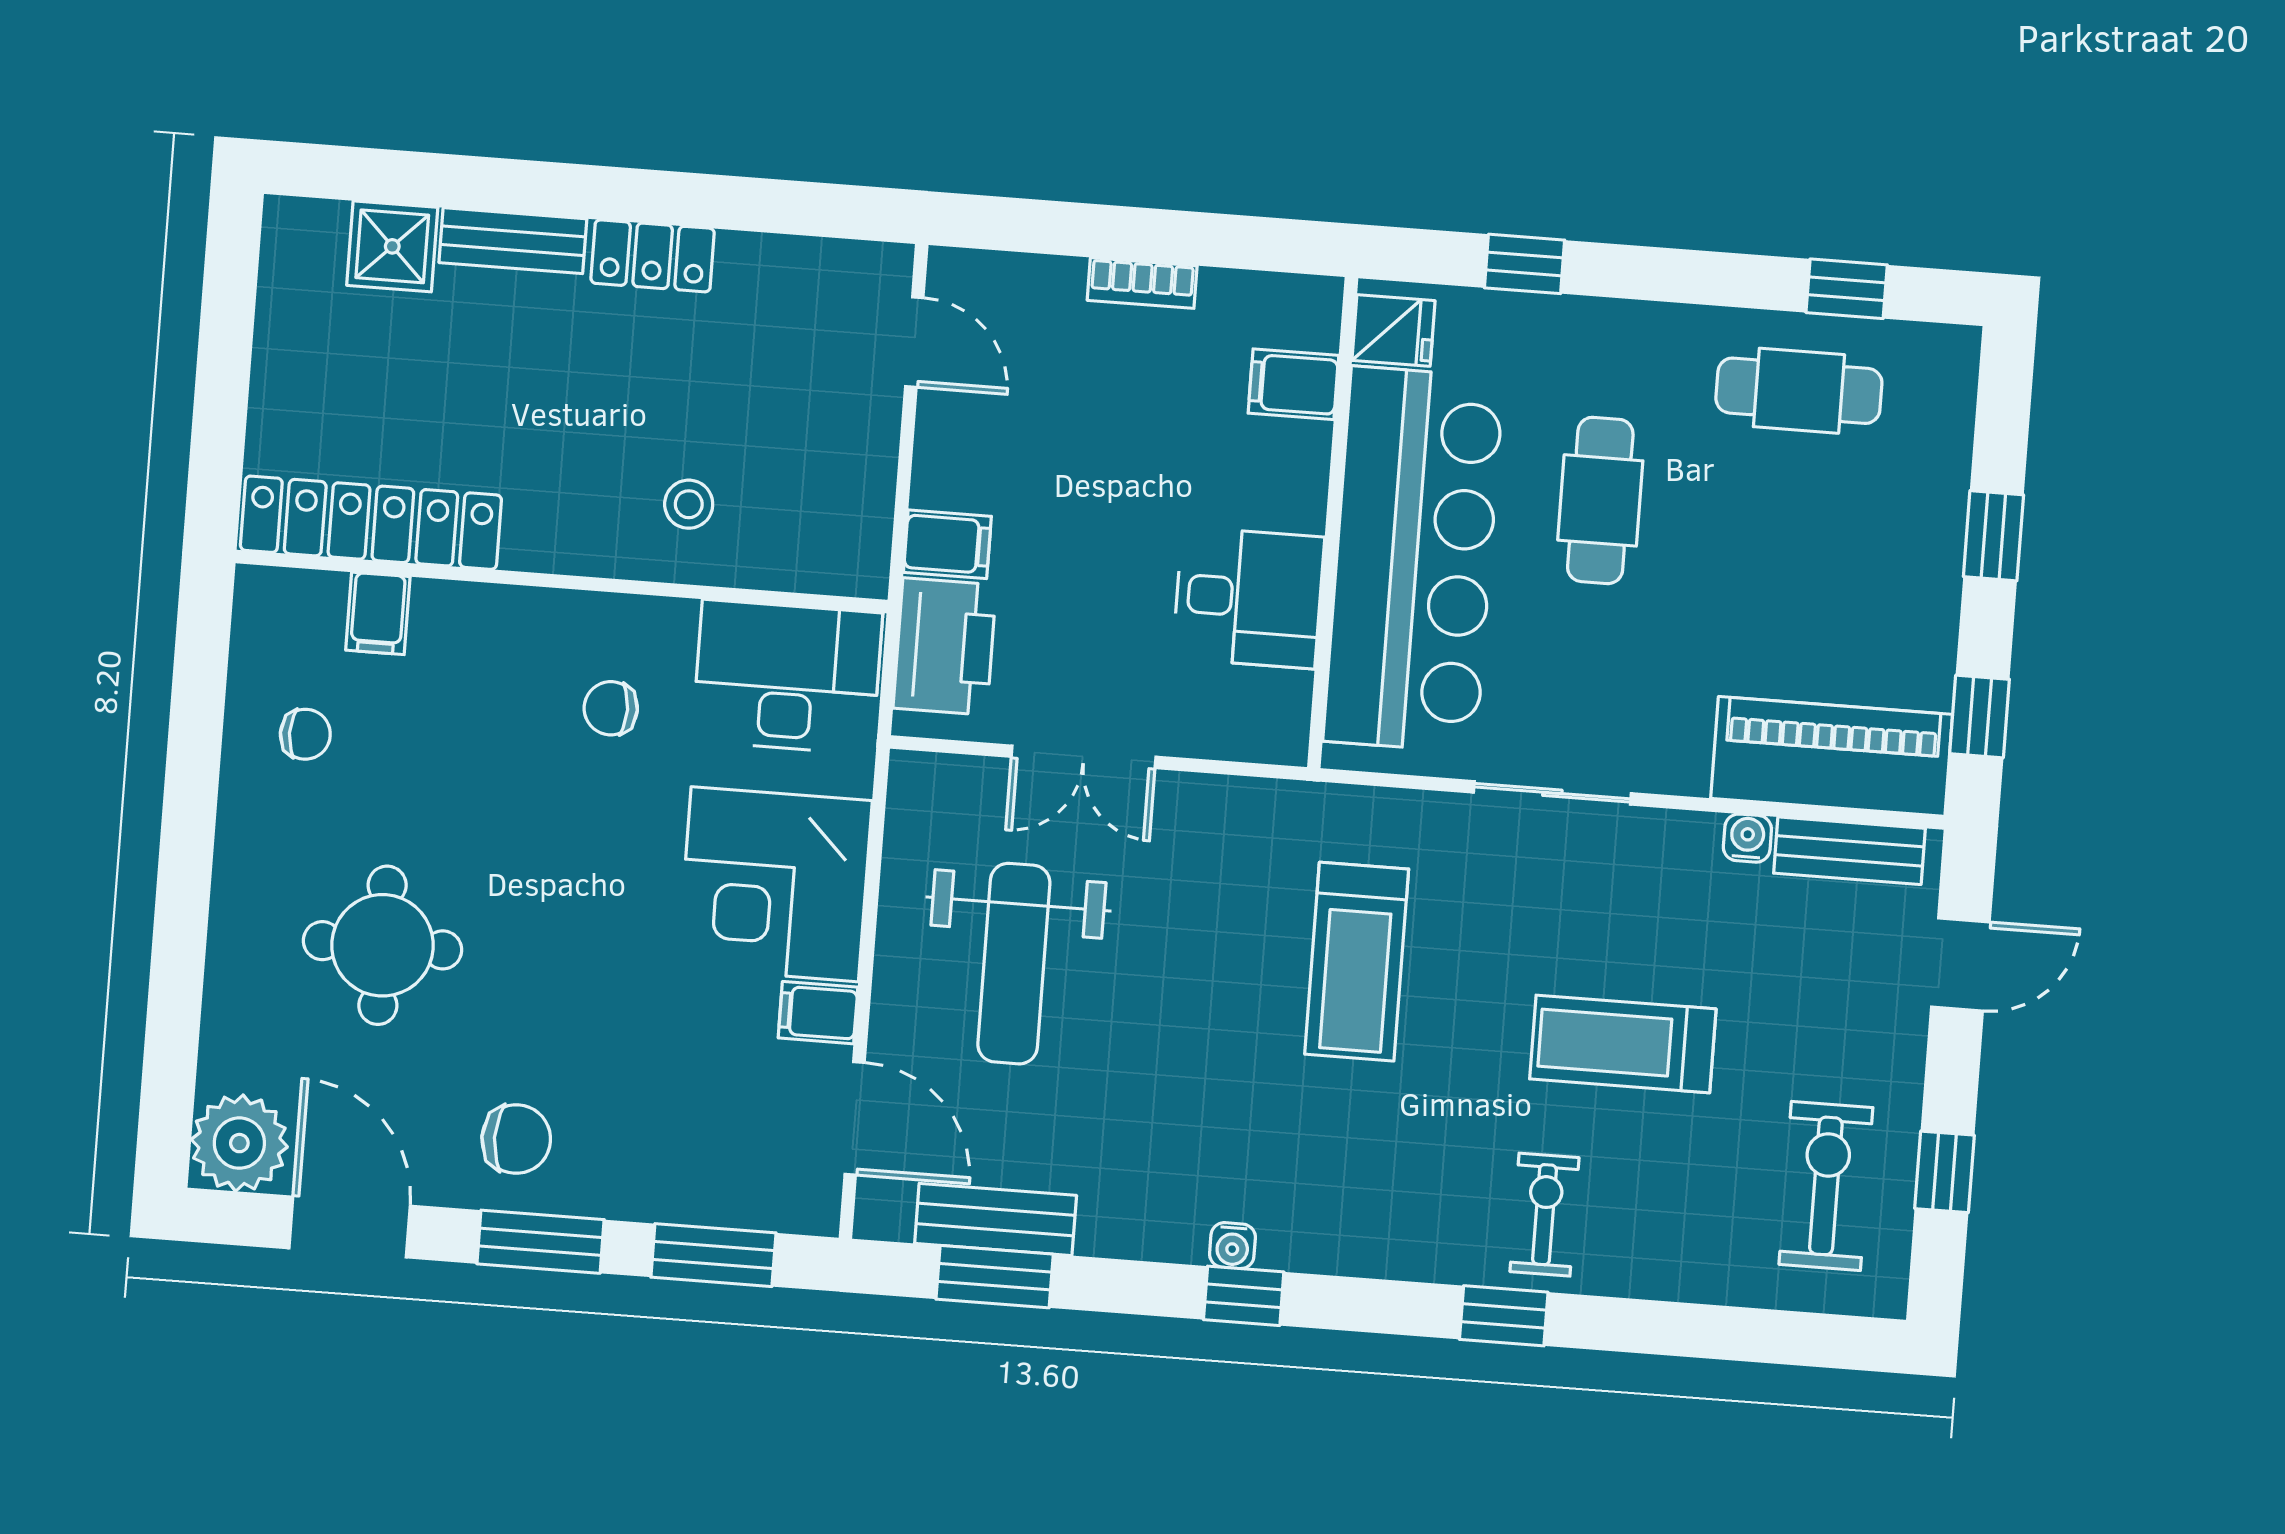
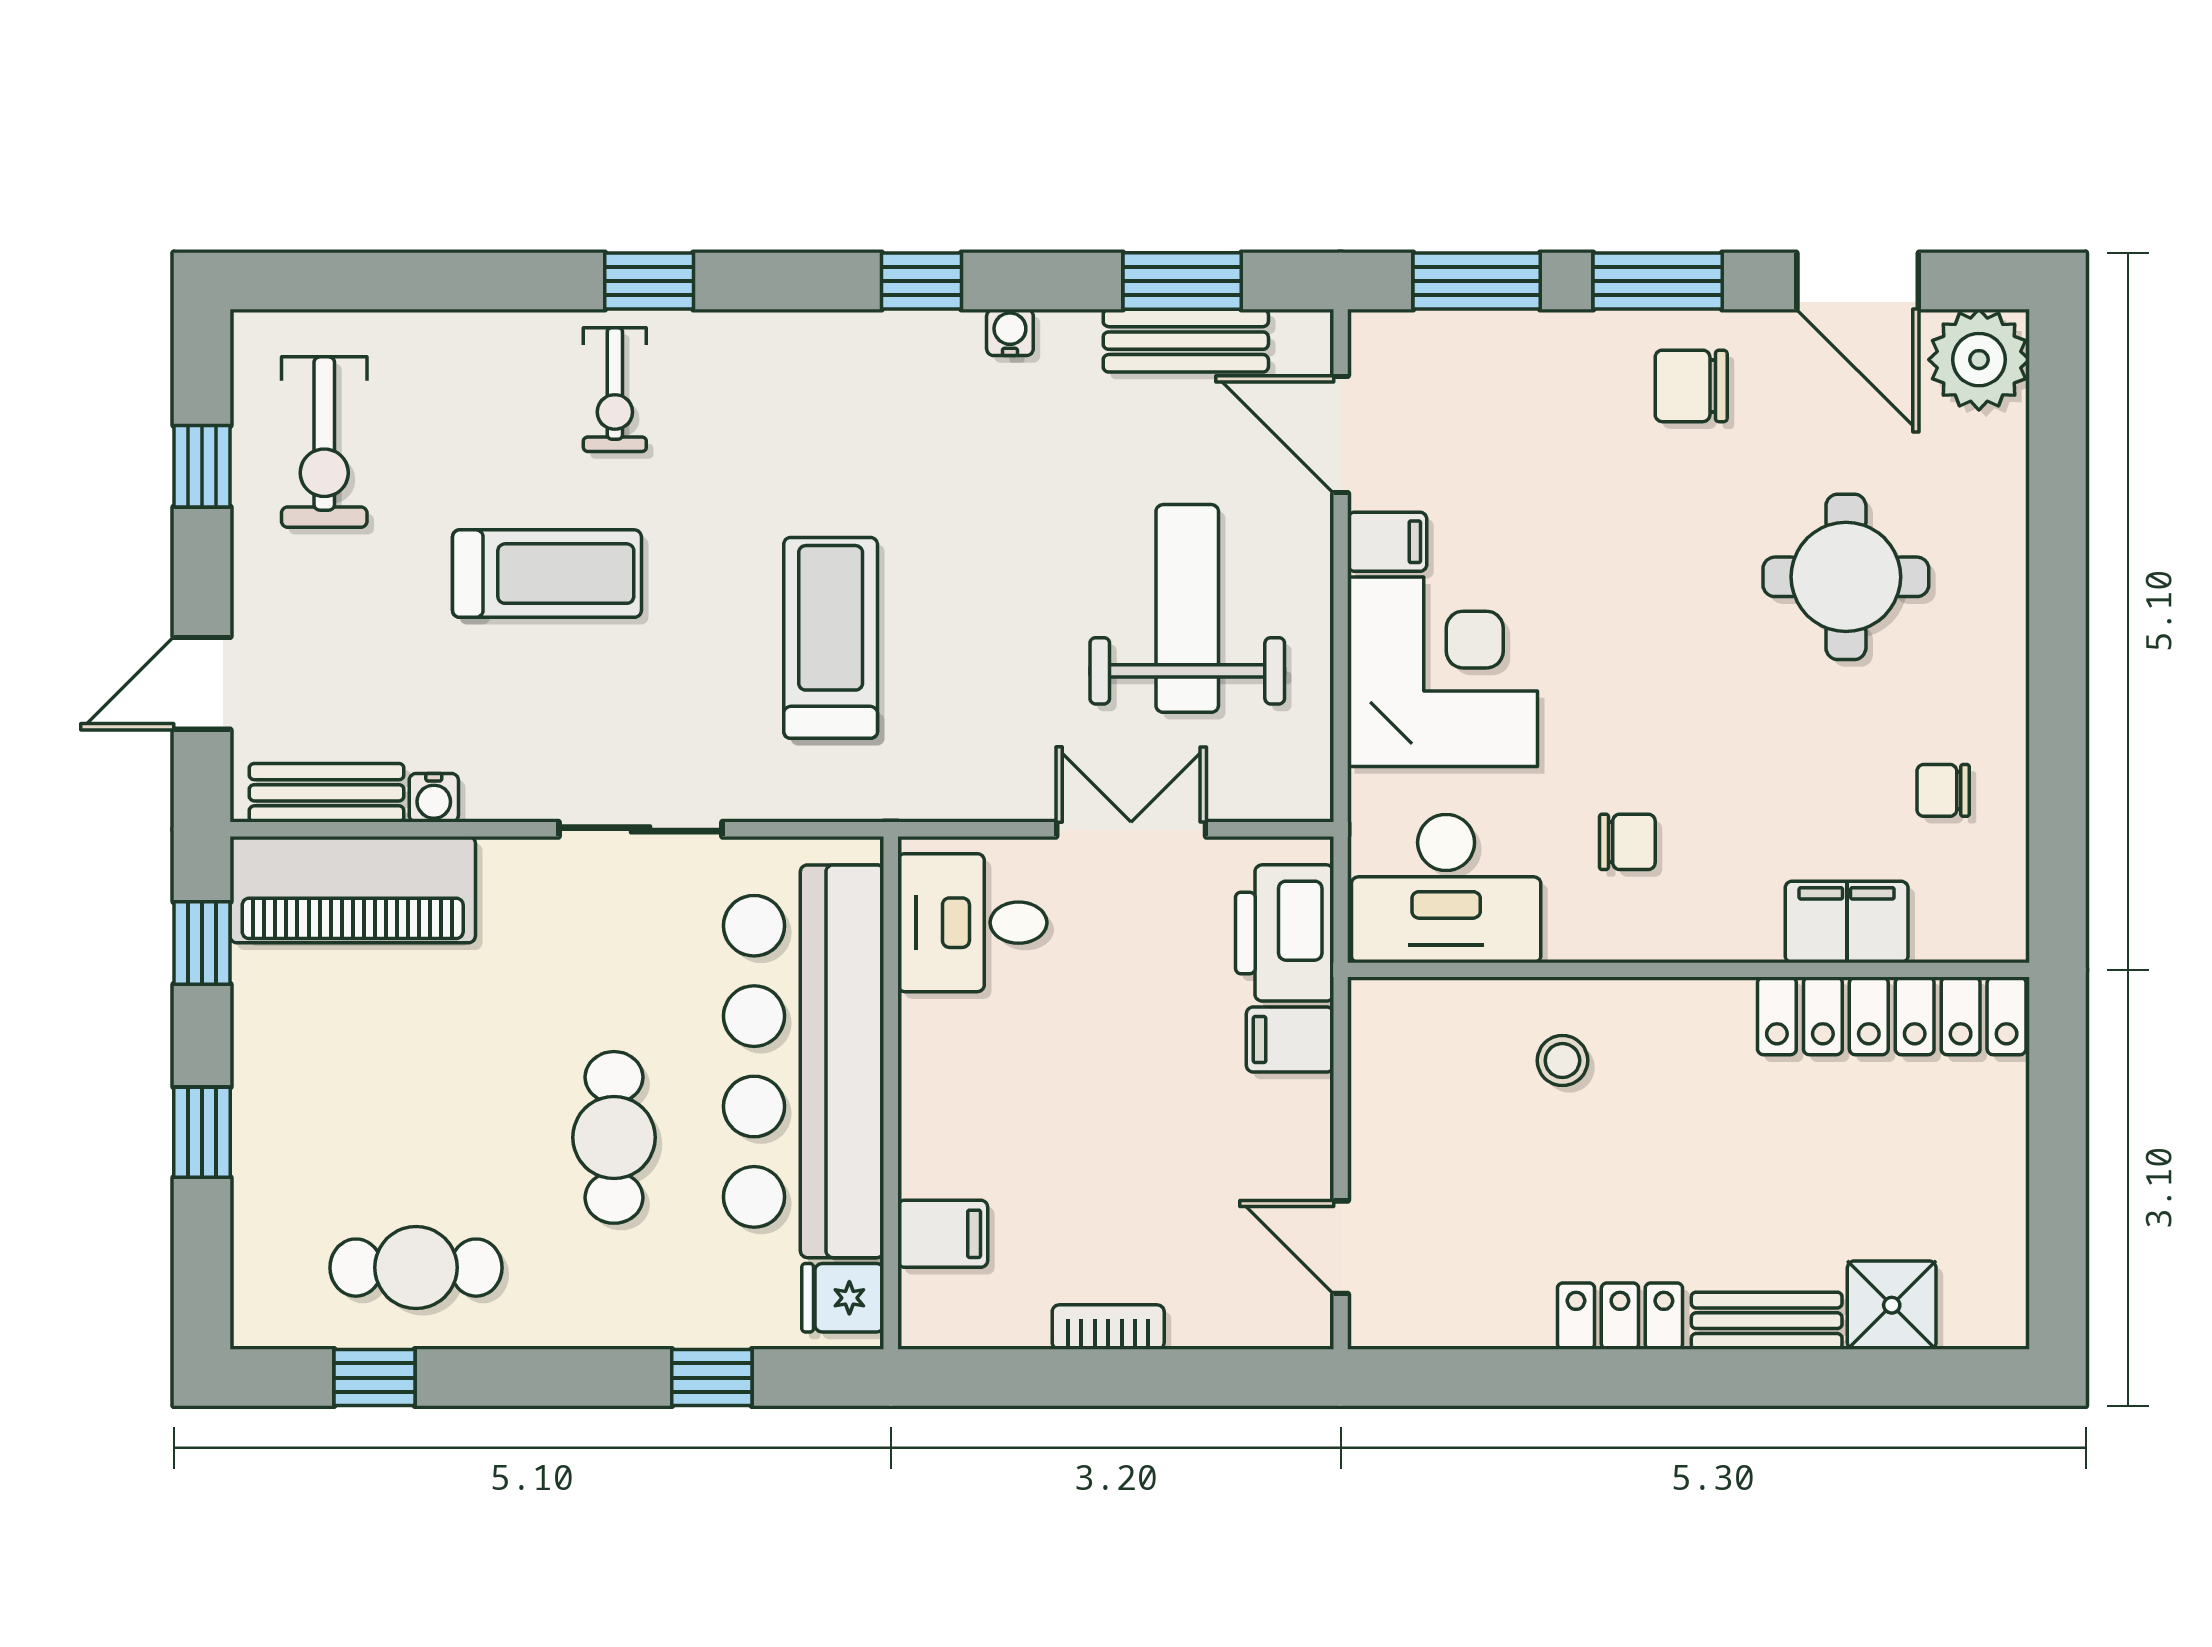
desk: (1249, 598) -> (972, 923), moved
filing cabinet: (378, 613) -> (1847, 922), width x2.00
water cooler: (1232, 1246) -> (1010, 332), moved

